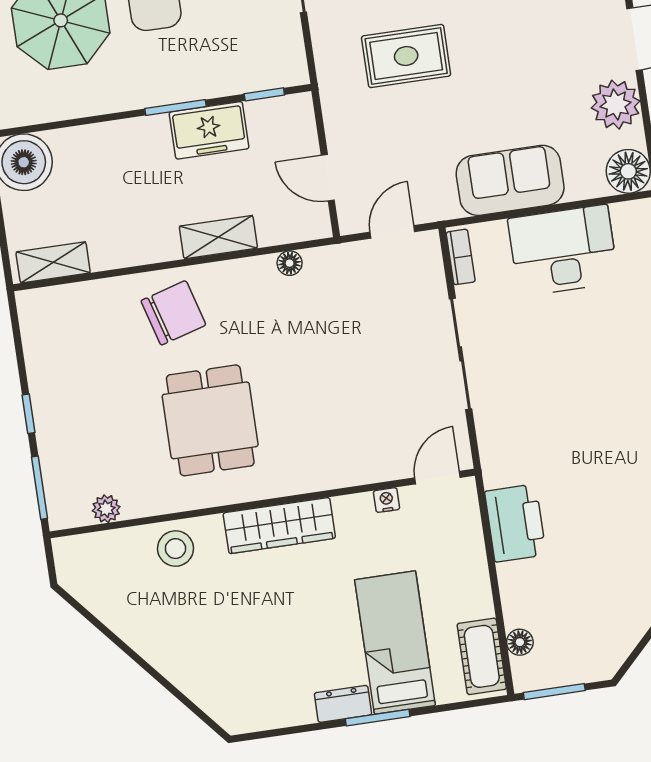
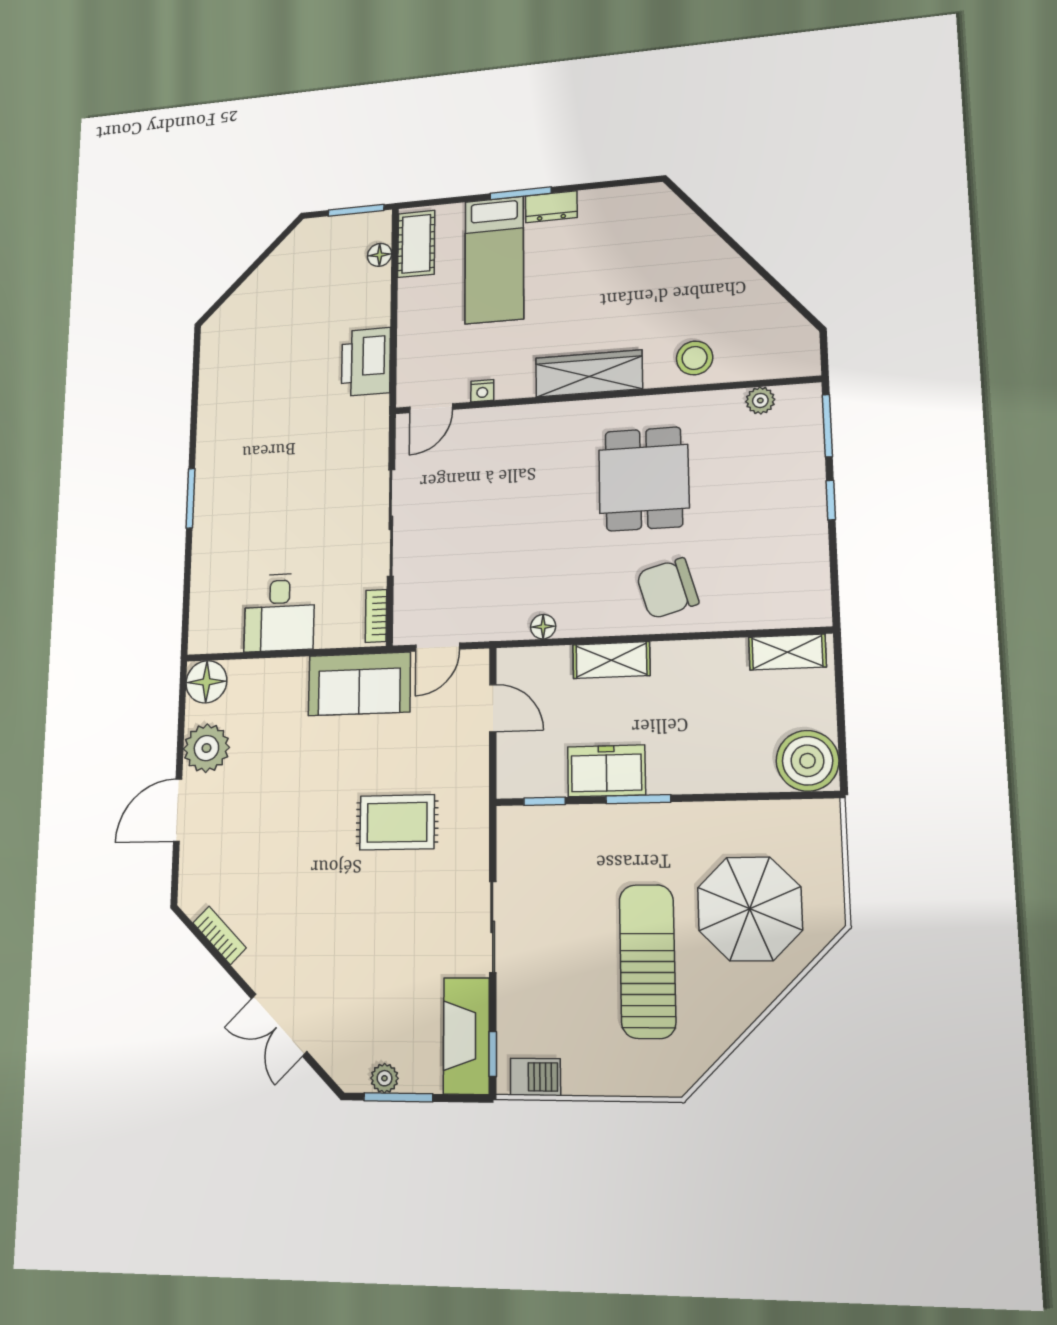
sofa: (510, 180) -> (359, 684), moved
desk: (563, 250) -> (279, 612), width x0.73

